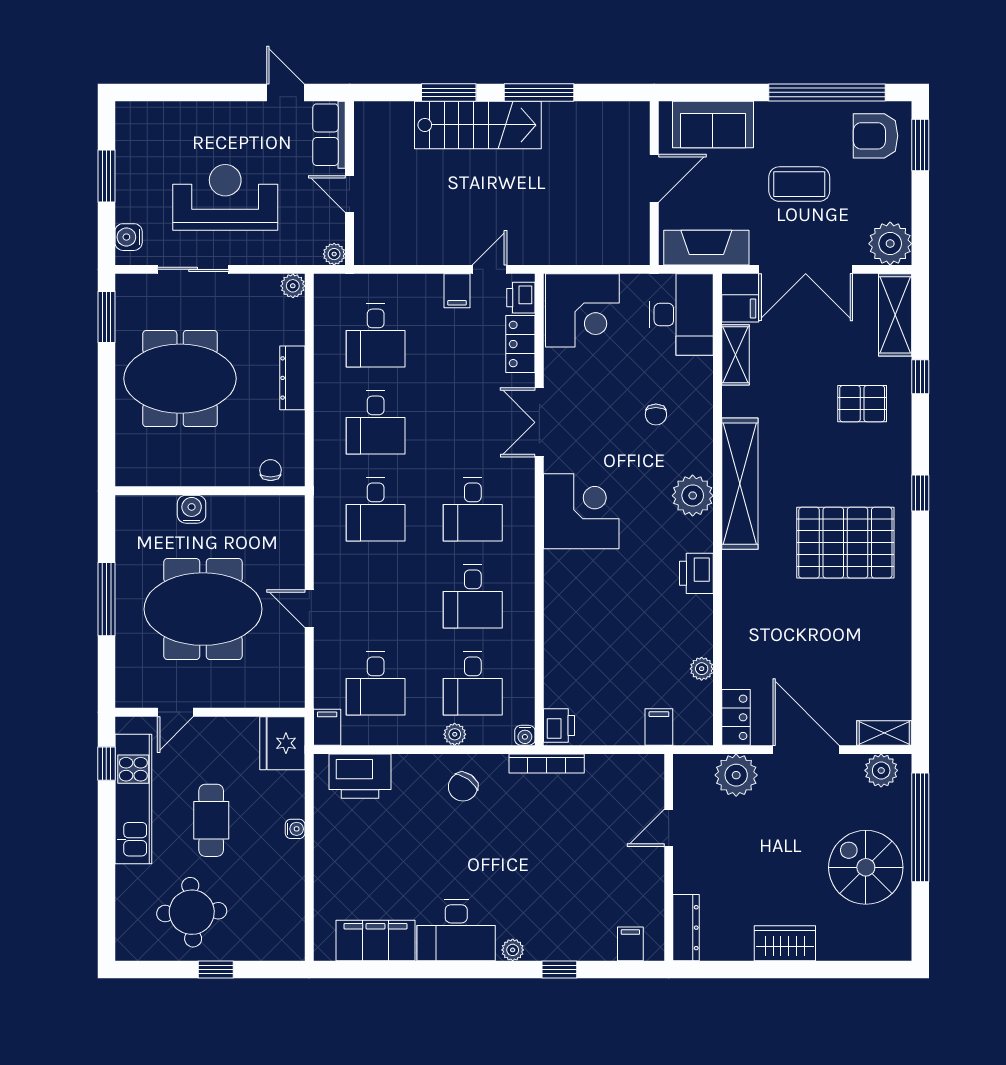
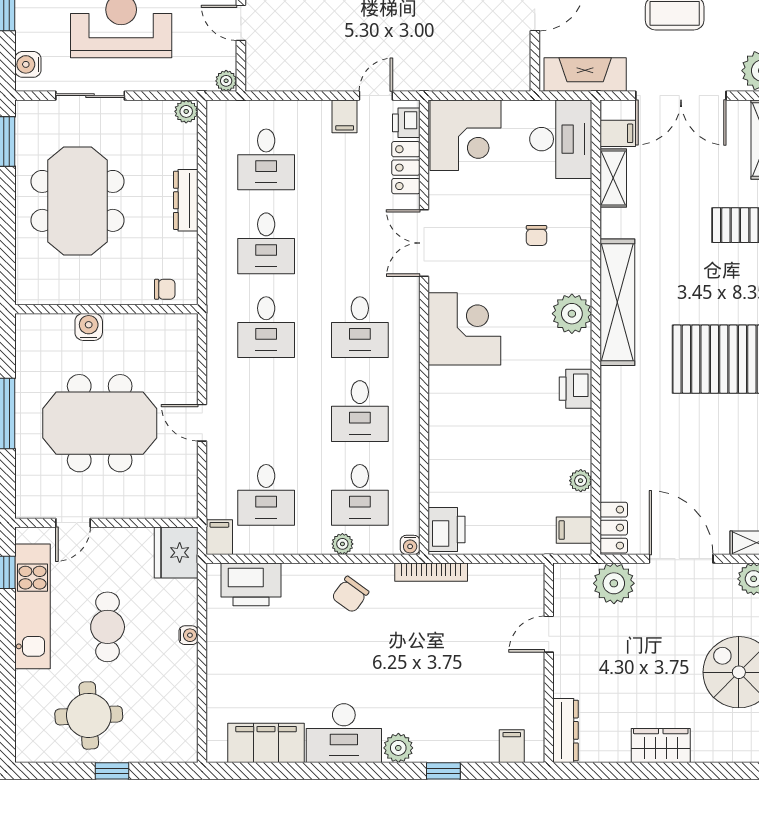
meeting table: (180, 379) -> (78, 201), turned 90
chair: (271, 470) -> (165, 289), turned 90
printer: (559, 725) -> (446, 530), width x1.36, depth x1.24
filing cabinet: (659, 727) -> (574, 530), moved, turned -90
plant: (513, 950) -> (398, 748), width x1.38, depth x1.38

